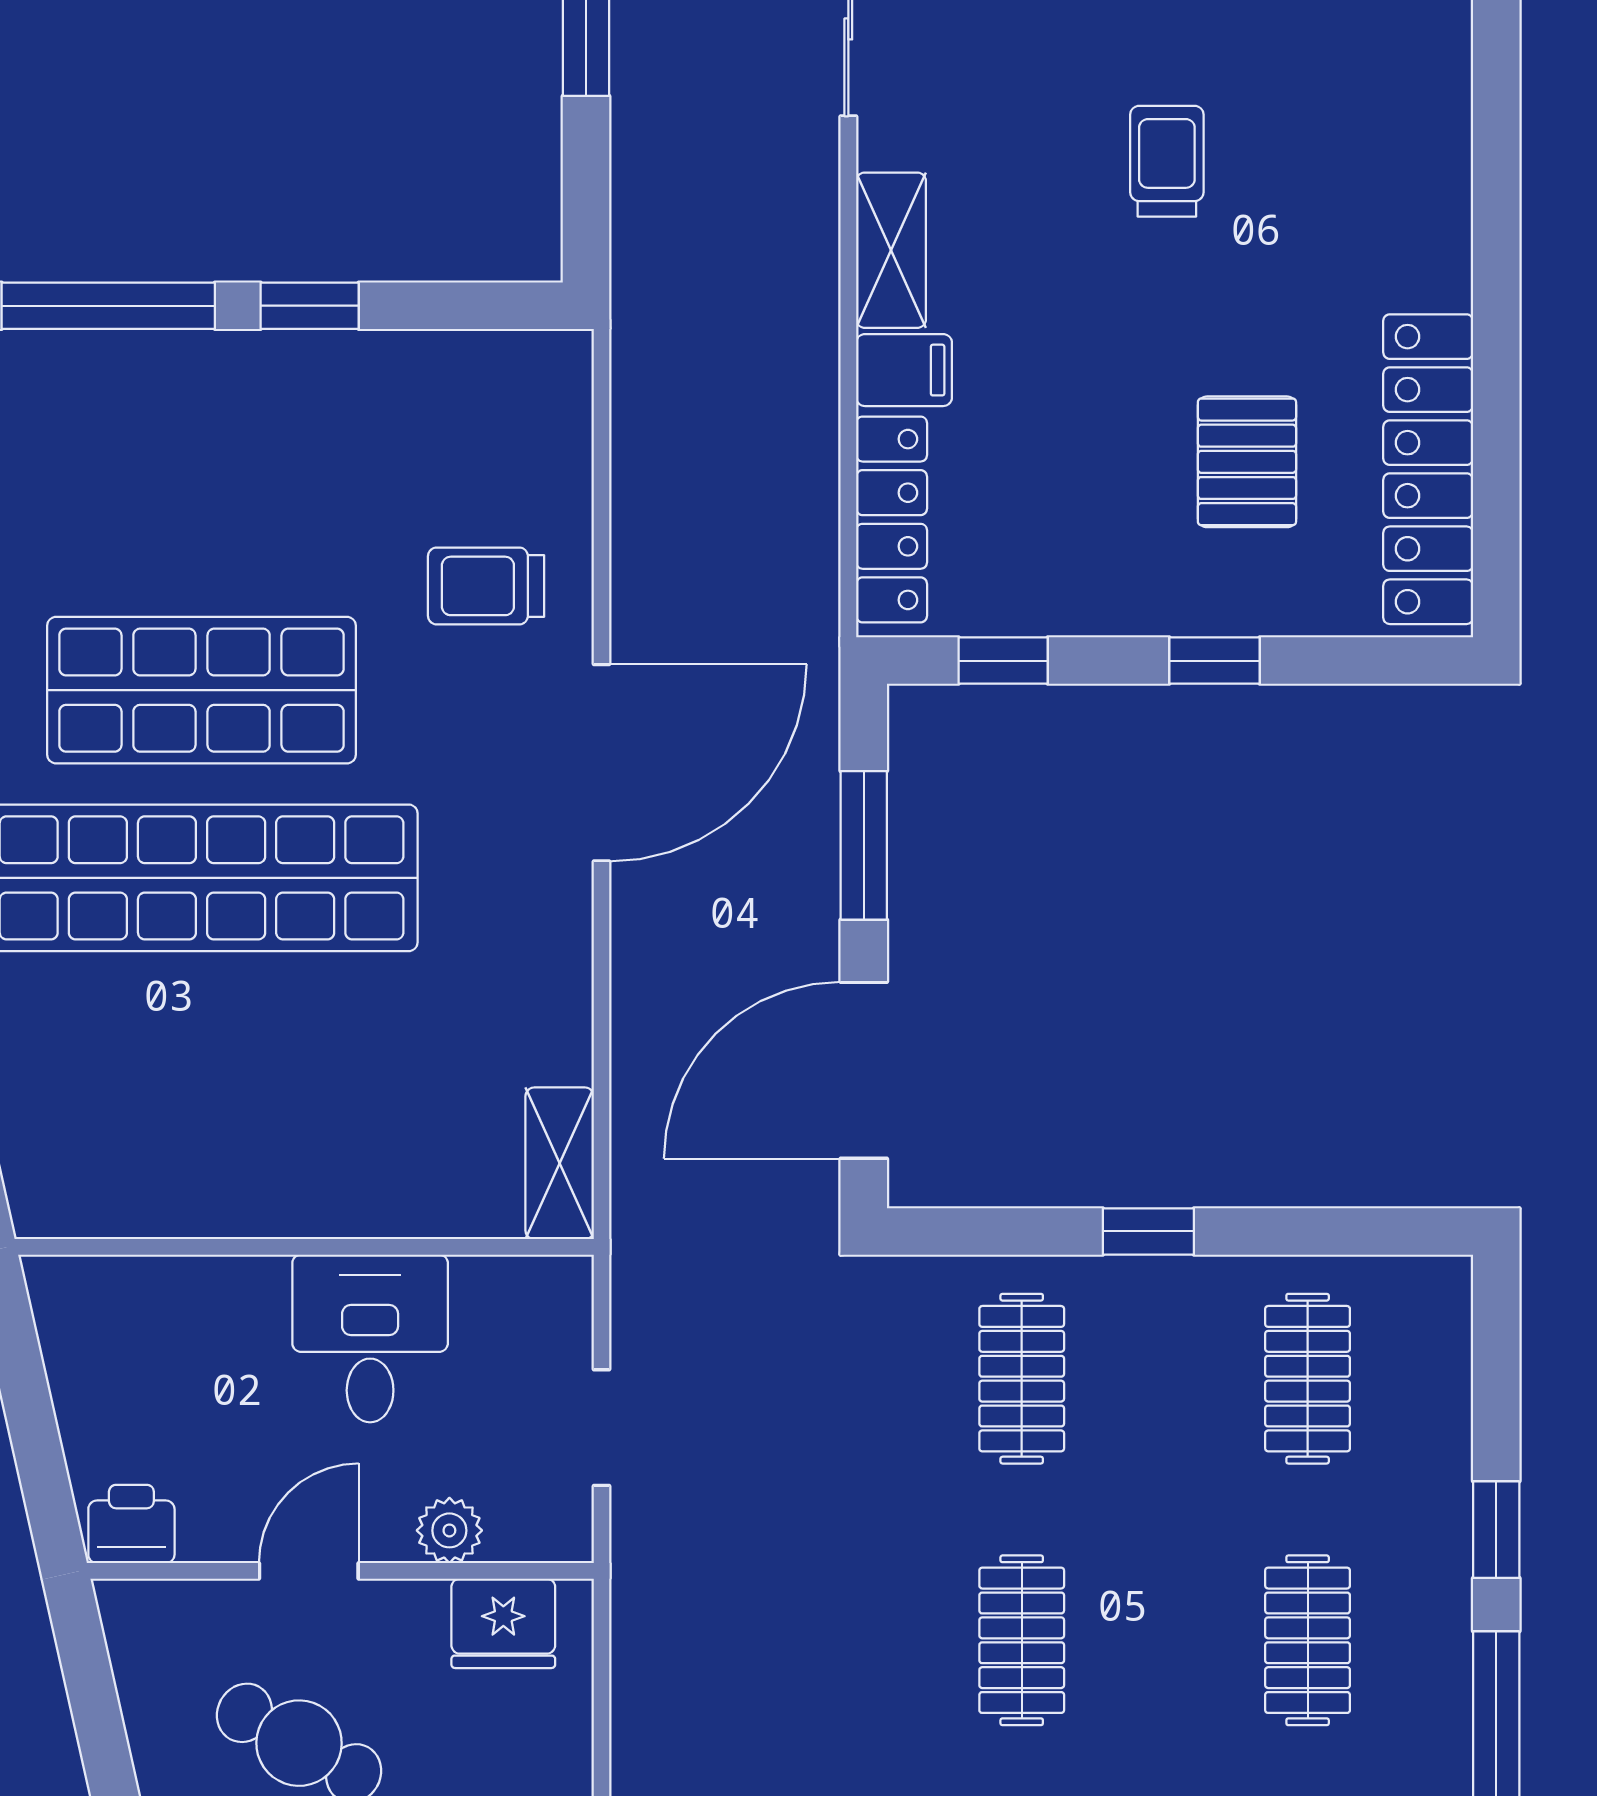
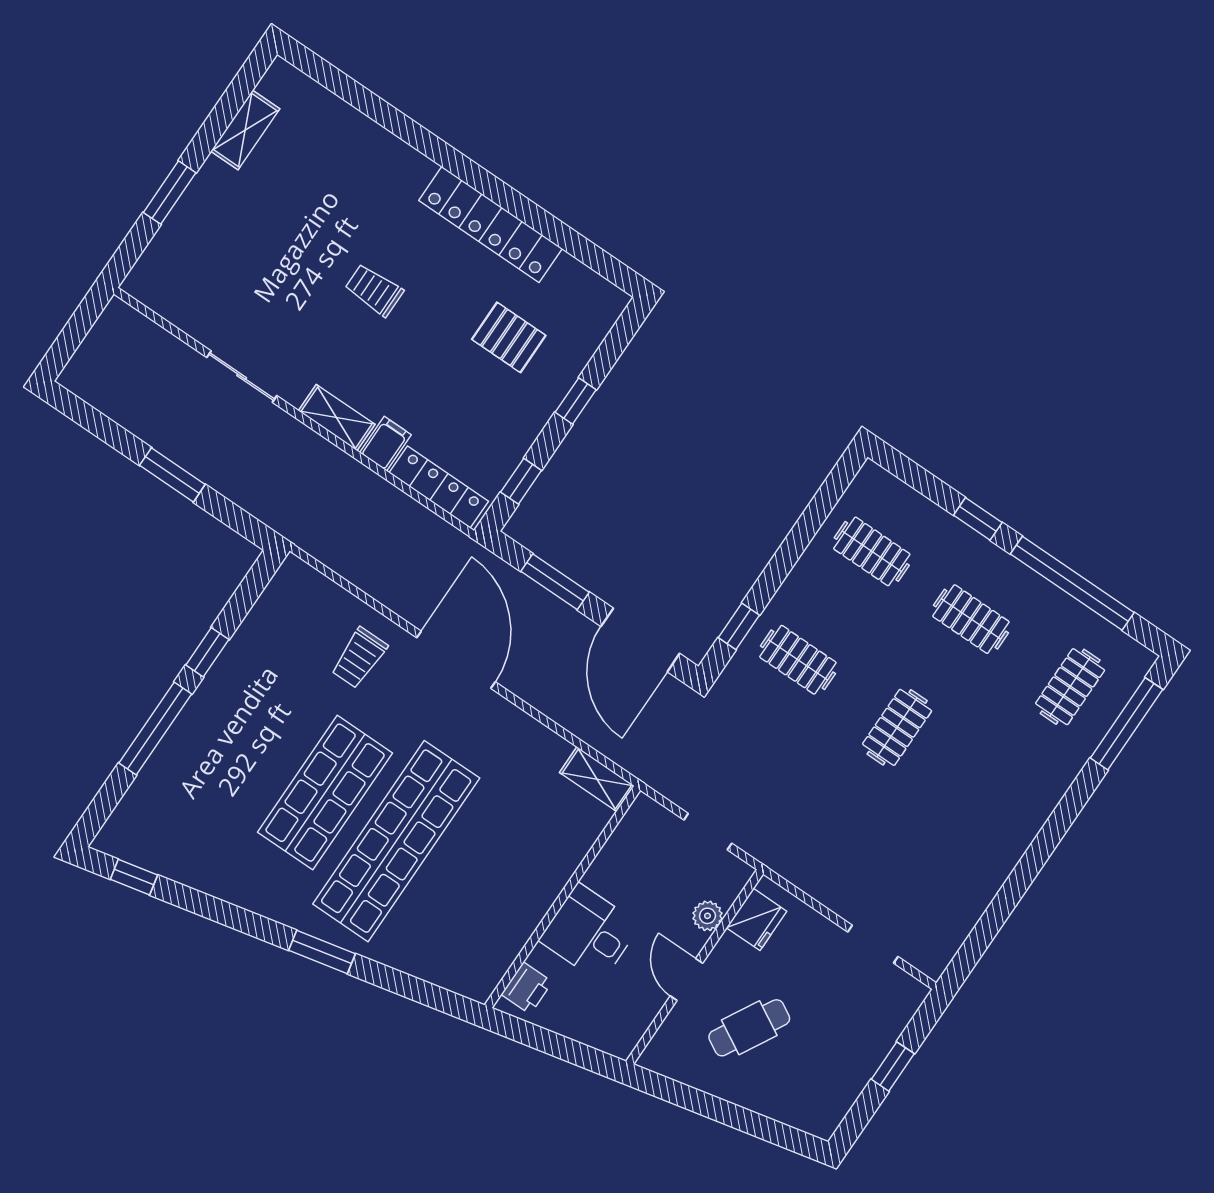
locker: (1428, 469) -> (491, 224), moved
window: (1148, 1231) -> (739, 626), moved
desk: (370, 1338) -> (589, 933), moved
printer: (131, 1524) -> (527, 988), moved, turned 180
clothes rail: (1022, 1640) -> (897, 727), turned 90

